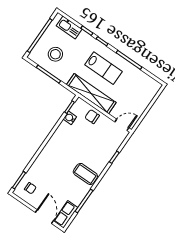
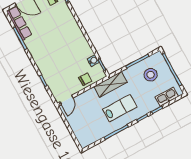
lab bench: (103, 68) -> (120, 108), turned 180
shelving: (91, 94) -> (111, 84), width x0.68
coffee table: (85, 174) -> (41, 50), removed
row of seats: (66, 214) -> (19, 23), width x1.48

